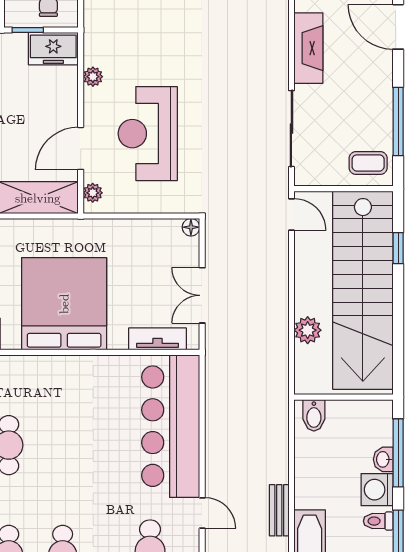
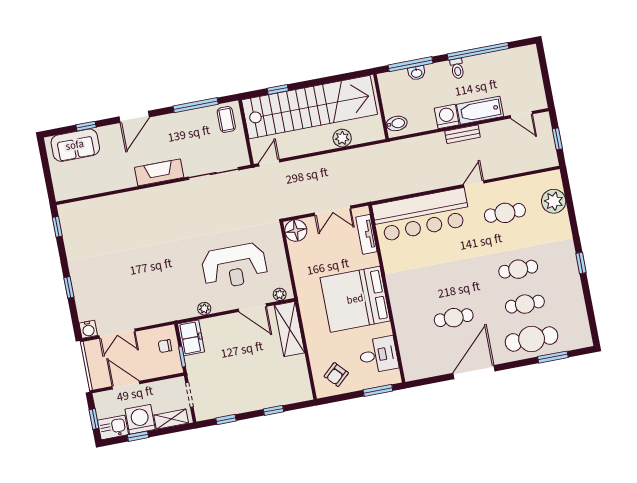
floor lamp: (191, 227) -> (296, 230), width x1.89, depth x1.89
washing machine: (377, 490) -> (447, 116), moved, turned 180

